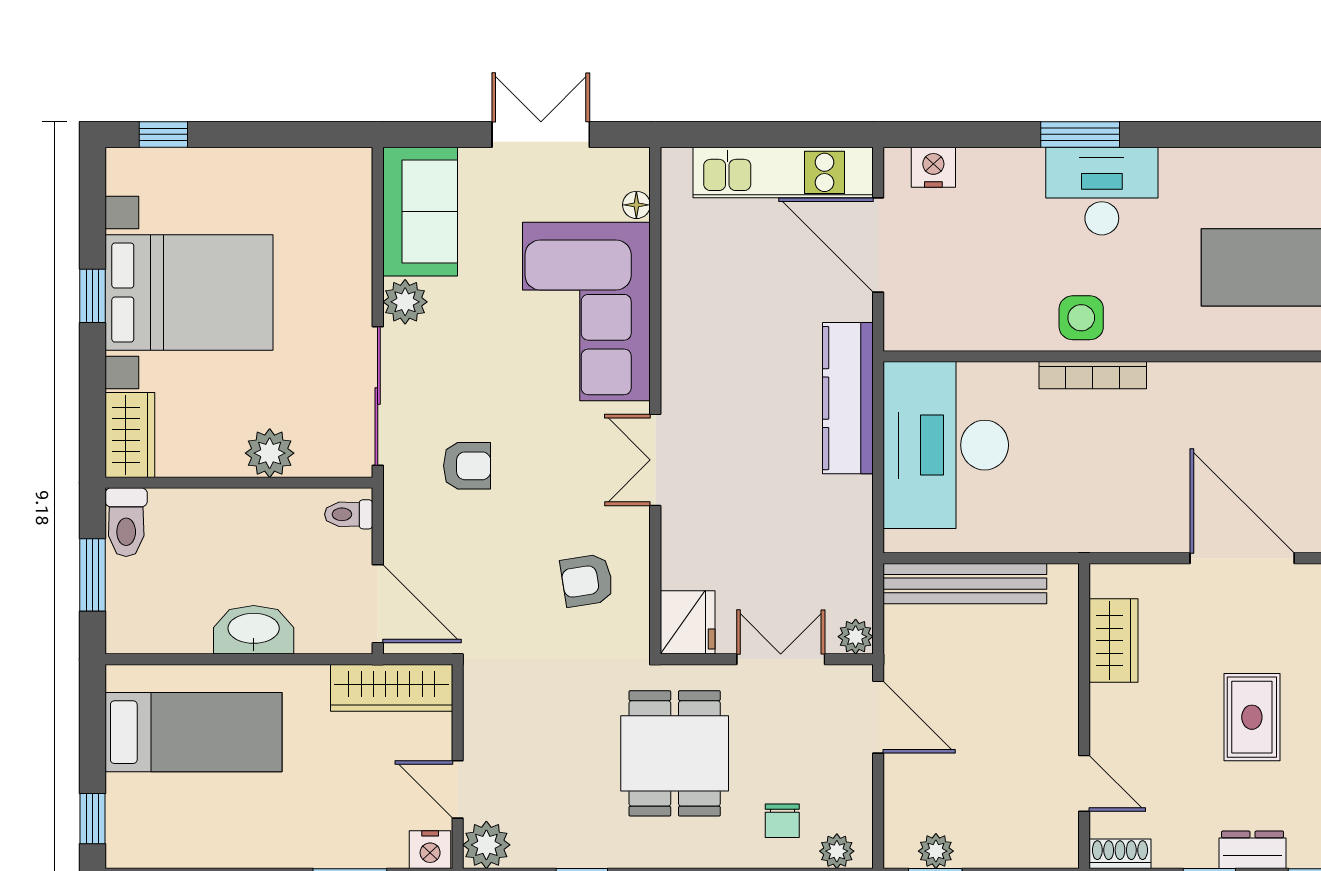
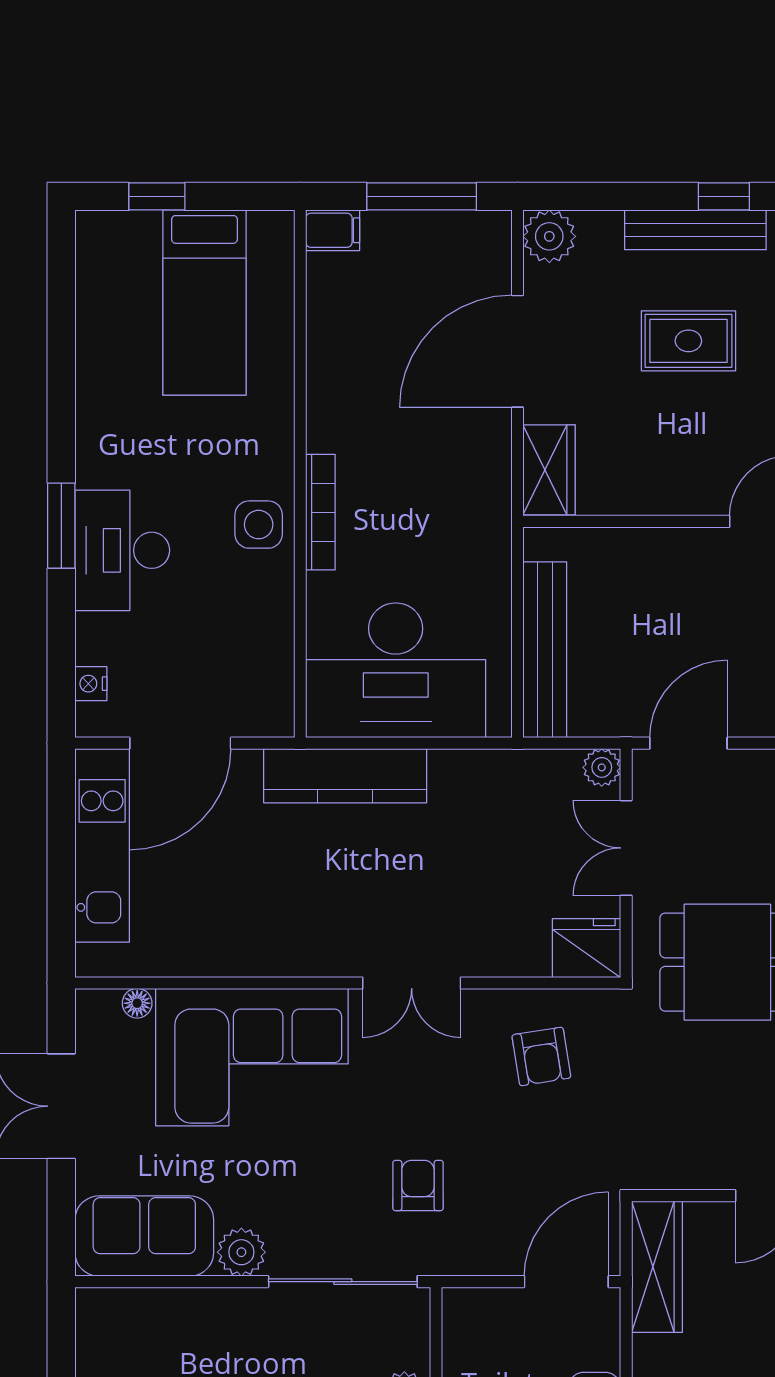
nightstand: (933, 167) -> (91, 684), width x0.72, depth x0.74
desk: (1102, 191) -> (122, 550), moved
toilet: (349, 514) -> (470, 1313), removed
wardrobe: (1114, 641) -> (549, 470), moved, turned 90

